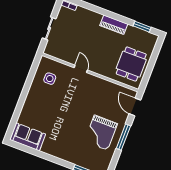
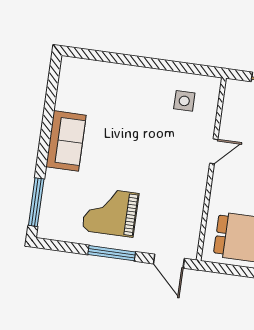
door: (135, 107) -> (169, 261), swing flipped
sofa: (28, 137) -> (66, 141), moved

